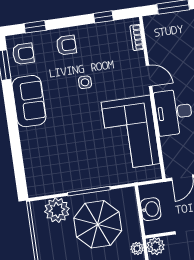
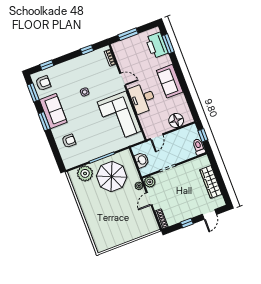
armchair: (66, 45) -> (69, 141), moved
window: (11, 114) -> (44, 121), added

